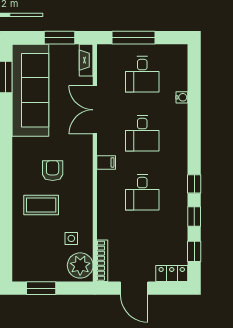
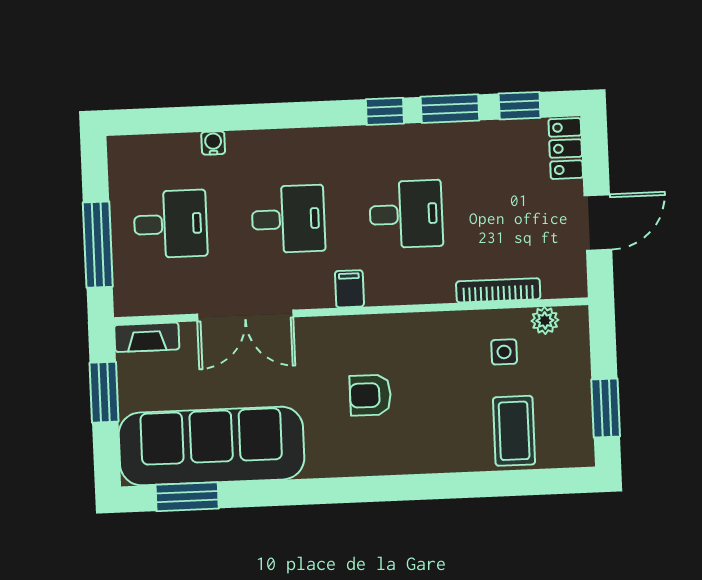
coffee table: (41, 205) -> (514, 431), moved
window: (194, 216) -> (450, 109), width x1.50
bookcase: (102, 261) -> (498, 290), moved
plant: (80, 265) -> (545, 320), width x0.53, depth x0.53

